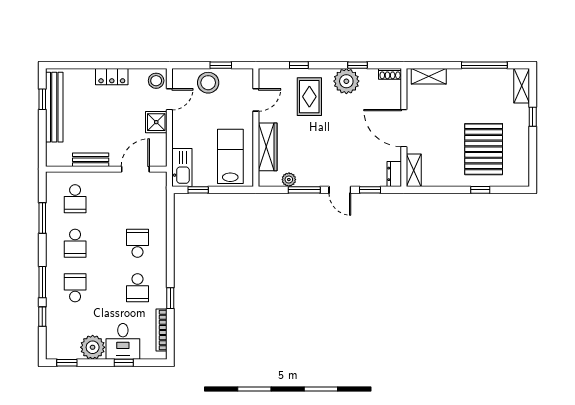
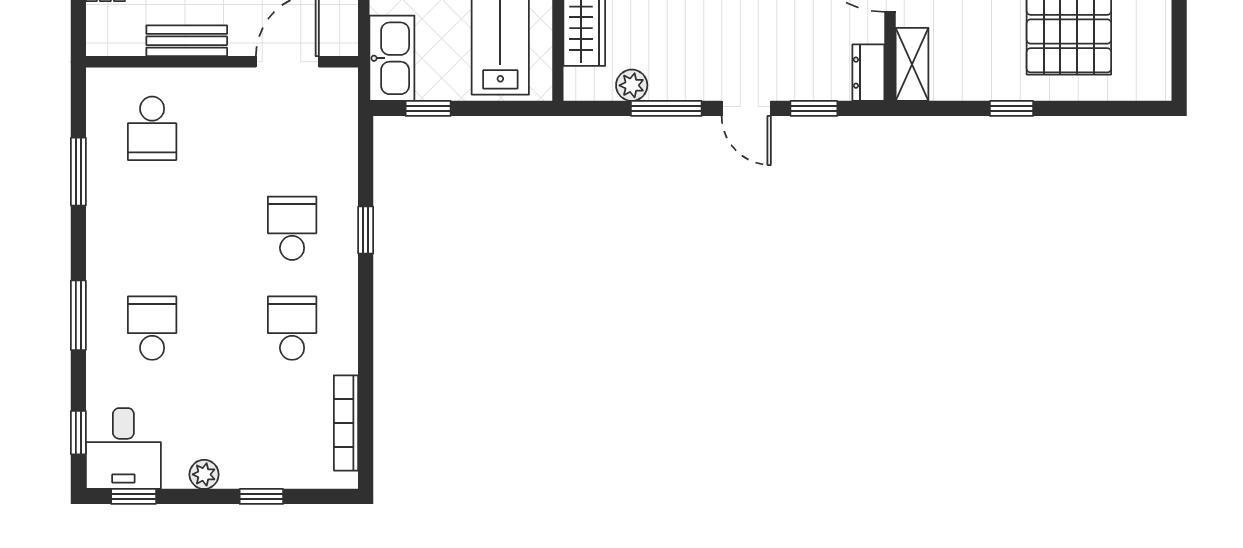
window: (480, 190) -> (1012, 108), moved
school desk: (75, 243) -> (152, 228), removed
school desk: (137, 288) -> (292, 328), turned 180
window: (170, 298) -> (366, 230), moved
window: (42, 317) -> (78, 433), moved
desk: (123, 341) -> (123, 449), moved
plant: (93, 347) -> (204, 474), width x0.53, depth x0.53

